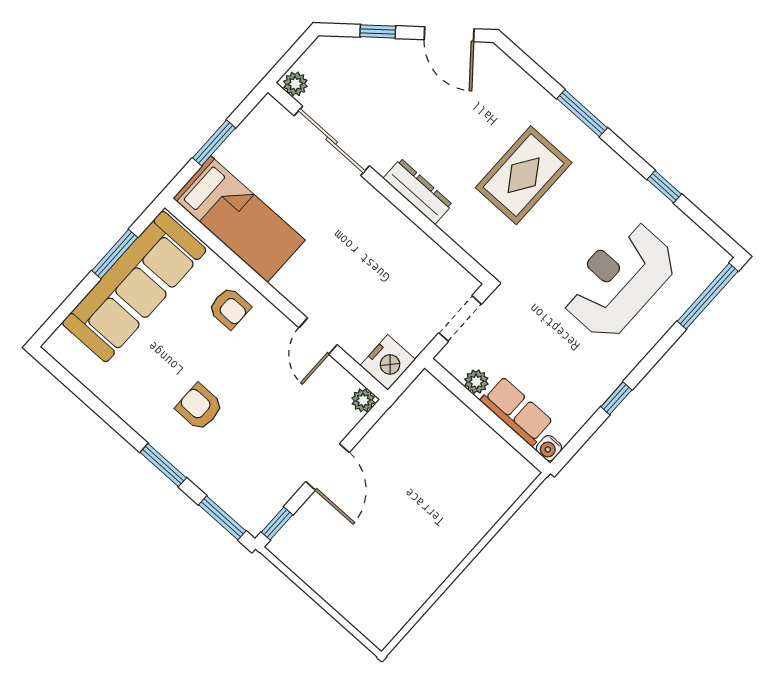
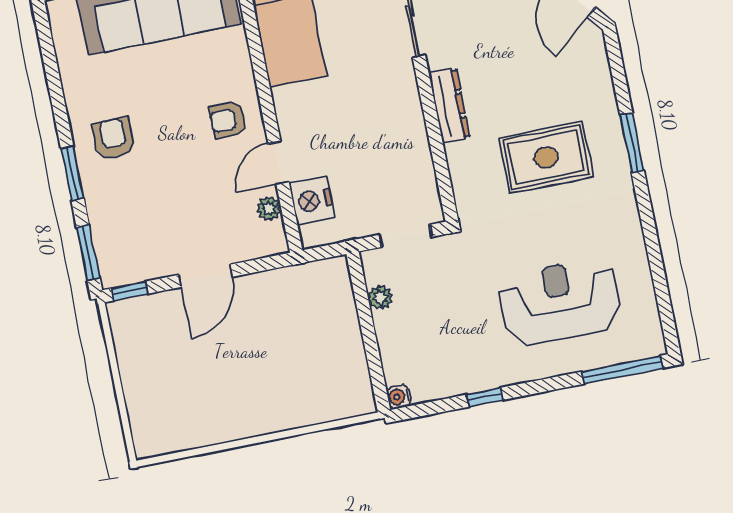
window: (664, 187) -> (654, 253), removed
armchair: (229, 308) -> (228, 120), moved, turned 90
nightstand: (388, 362) -> (312, 201), moved, turned 90
plant: (363, 400) -> (269, 208), moved
armchair: (199, 407) -> (113, 138), moved
row of seats: (517, 411) -> (395, 347), removed

